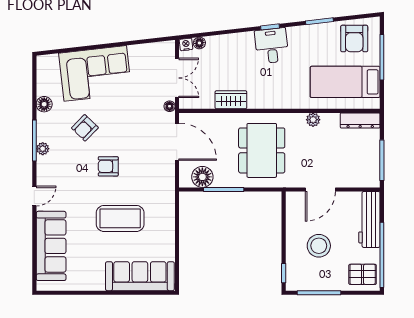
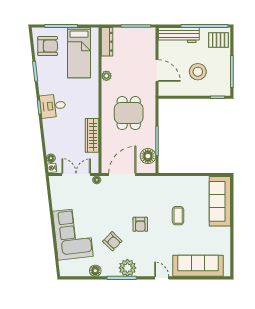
wardrobe: (231, 100) -> (92, 135), width x1.50
plant: (43, 149) -> (127, 268), width x1.87, depth x1.87
dining table: (262, 150) -> (129, 113), width x0.73
coffee table: (120, 218) -> (178, 216), width x0.54, depth x0.58
pallet: (363, 274) -> (219, 40), turned 90

